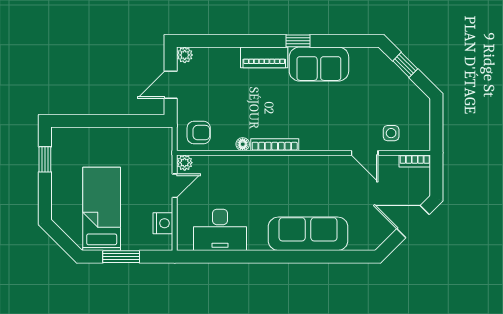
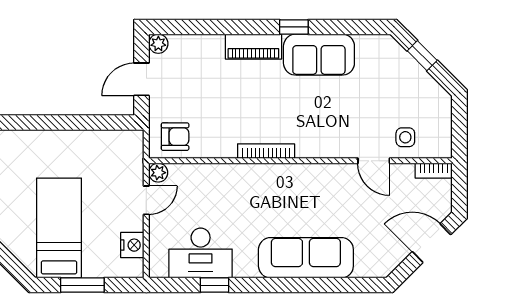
floor lamp: (243, 144) -> (228, 150), removed
window: (232, 257) -> (214, 285), added

